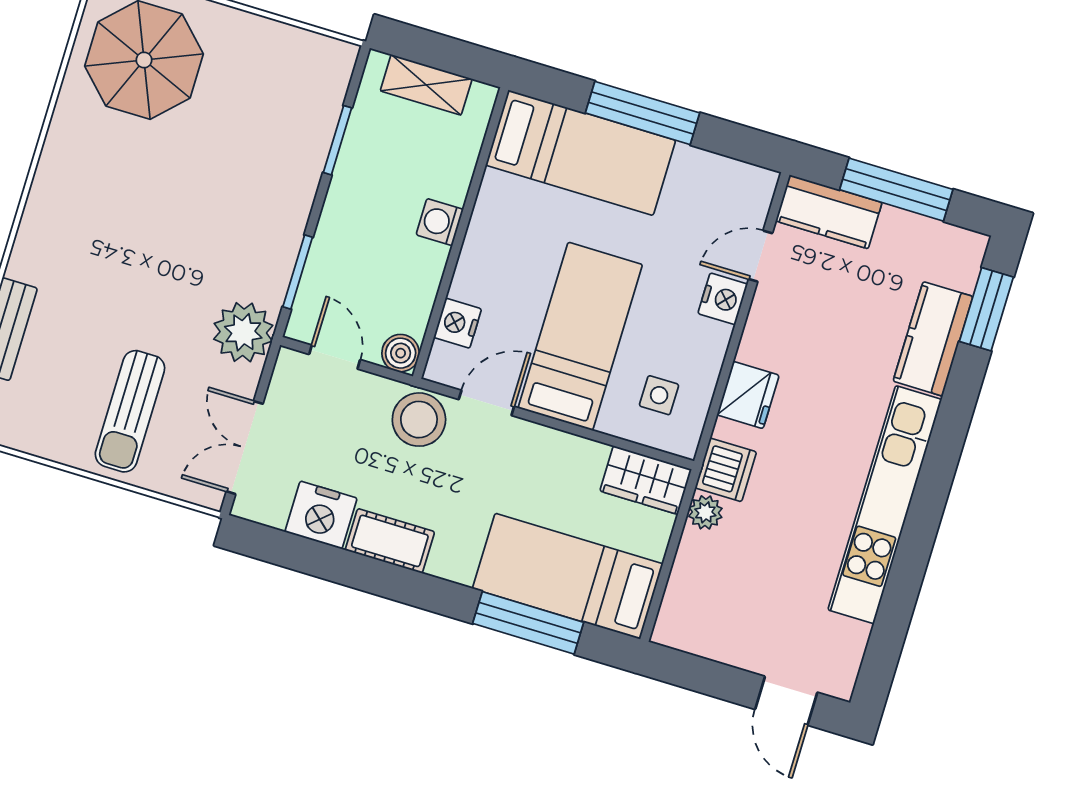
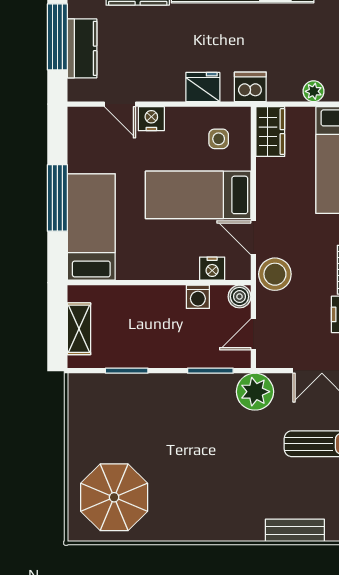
kitchen counter: (829, 212) -> (82, 48), moved
washing machine: (440, 222) -> (198, 297), moved
plant: (705, 512) -> (314, 91), moved

